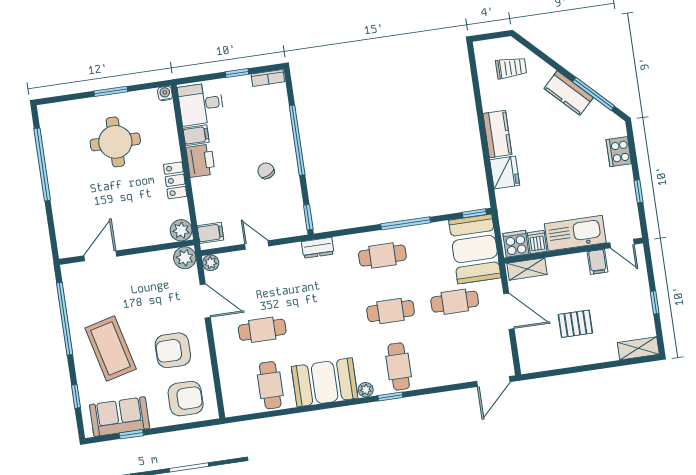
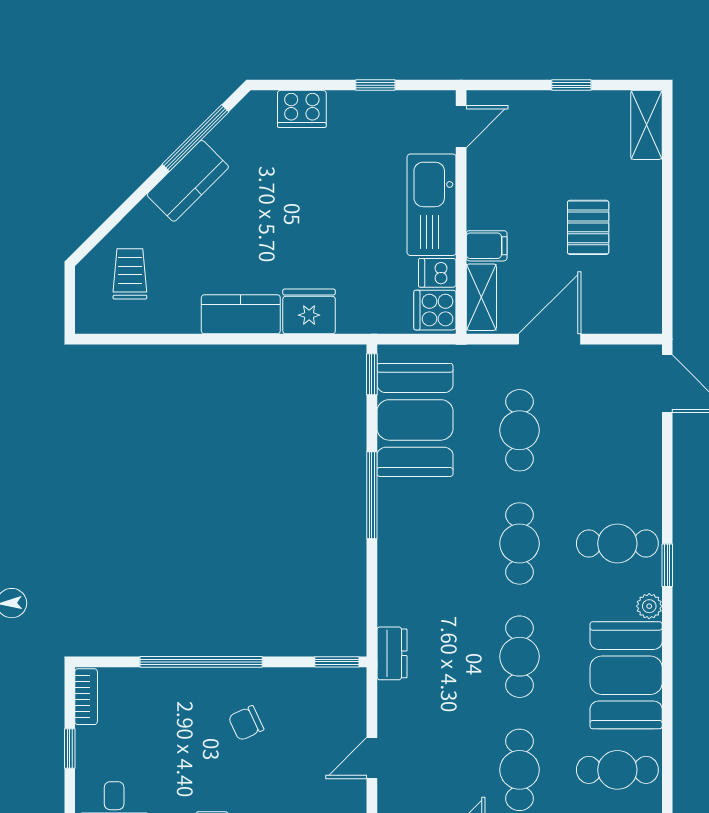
booth: (475, 249) -> (415, 420), moved, turned 90
cafe table: (382, 256) -> (520, 657), moved
filing cabinet: (598, 262) -> (487, 246), moved

